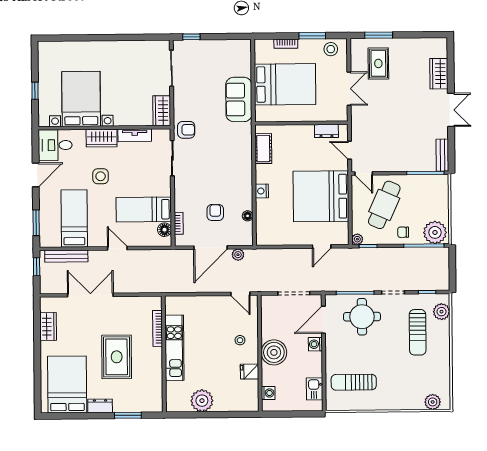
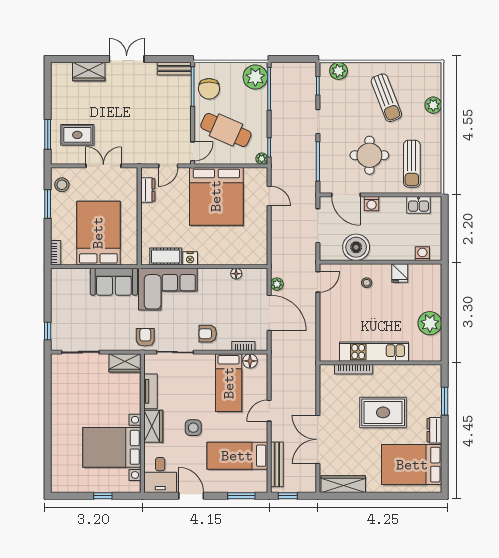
bookcase: (286, 44) -> (56, 253), moved
corner sofa: (232, 151) -> (168, 289), added
nightstand: (262, 191) -> (190, 258), moved
armchair: (215, 213) -> (208, 334), moved
chair: (403, 232) -> (209, 89), moved, width x1.87, depth x1.87
round table: (362, 317) -> (369, 155), moved
wardrobe: (48, 326) -> (343, 484), width x1.50
sun lounger: (418, 332) -> (386, 98), moved, turned 69
boiler: (274, 352) -> (356, 247), moved
plant: (433, 402) -> (433, 105), moved

